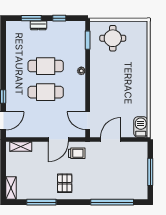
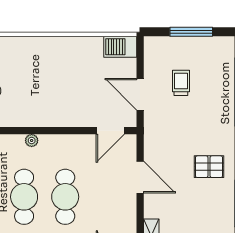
trolley: (77, 153) -> (181, 83), moved

